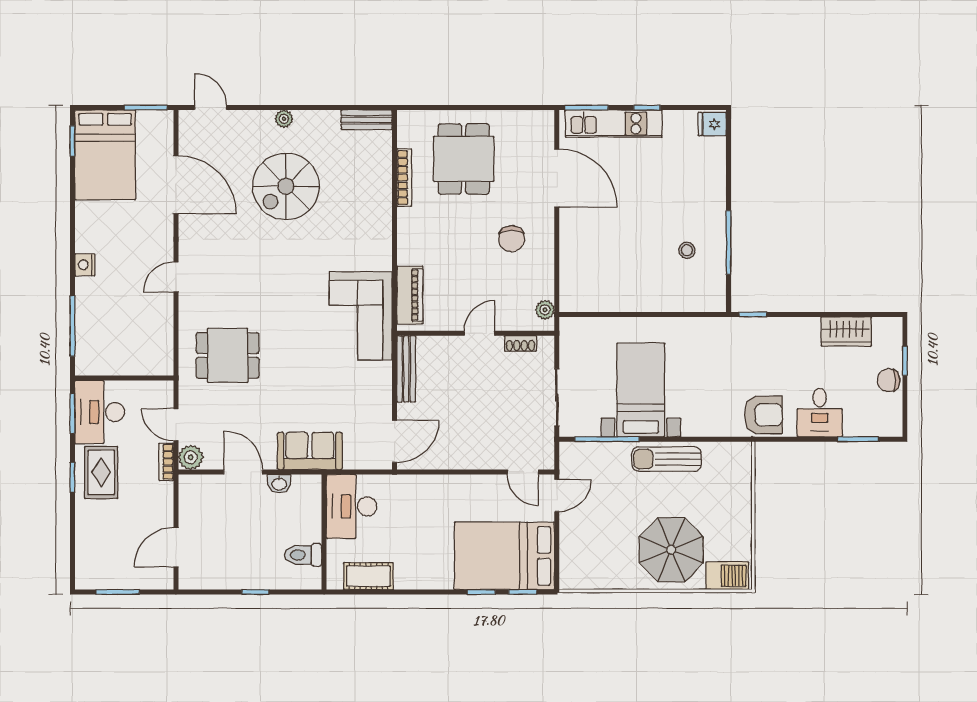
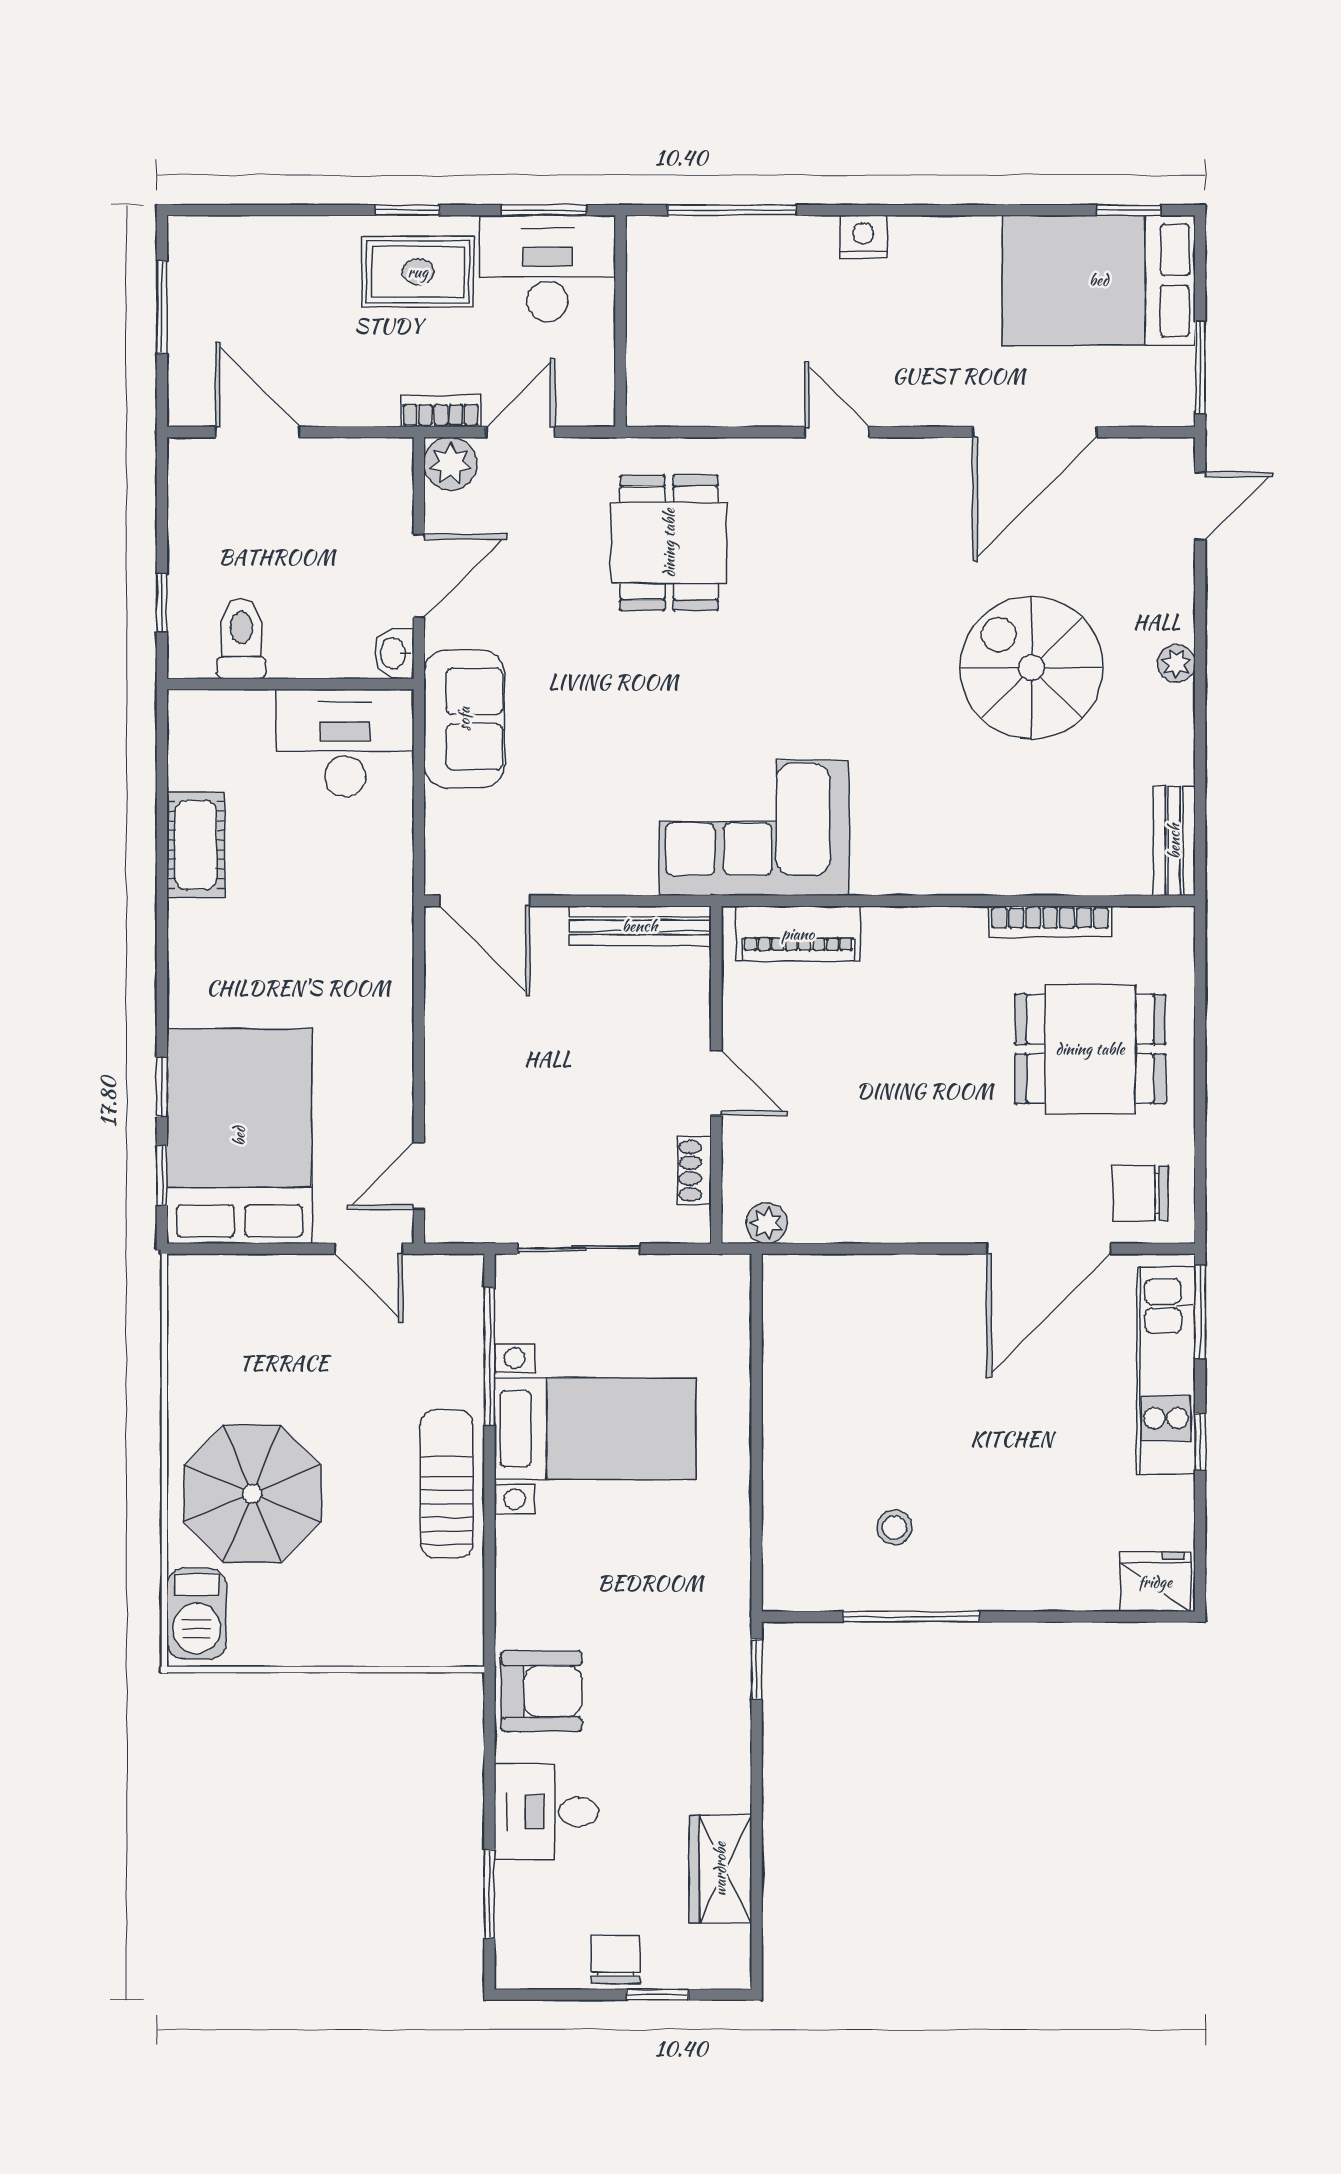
fridge: (712, 124) -> (1155, 1582), width x1.38
chair: (512, 239) -> (1140, 1193), moved
armchair: (763, 415) -> (542, 1691), turned -90
desk: (352, 506) -> (345, 743), moved
wall: (324, 532) -> (290, 684), moved
toilet: (303, 555) -> (241, 639), moved

